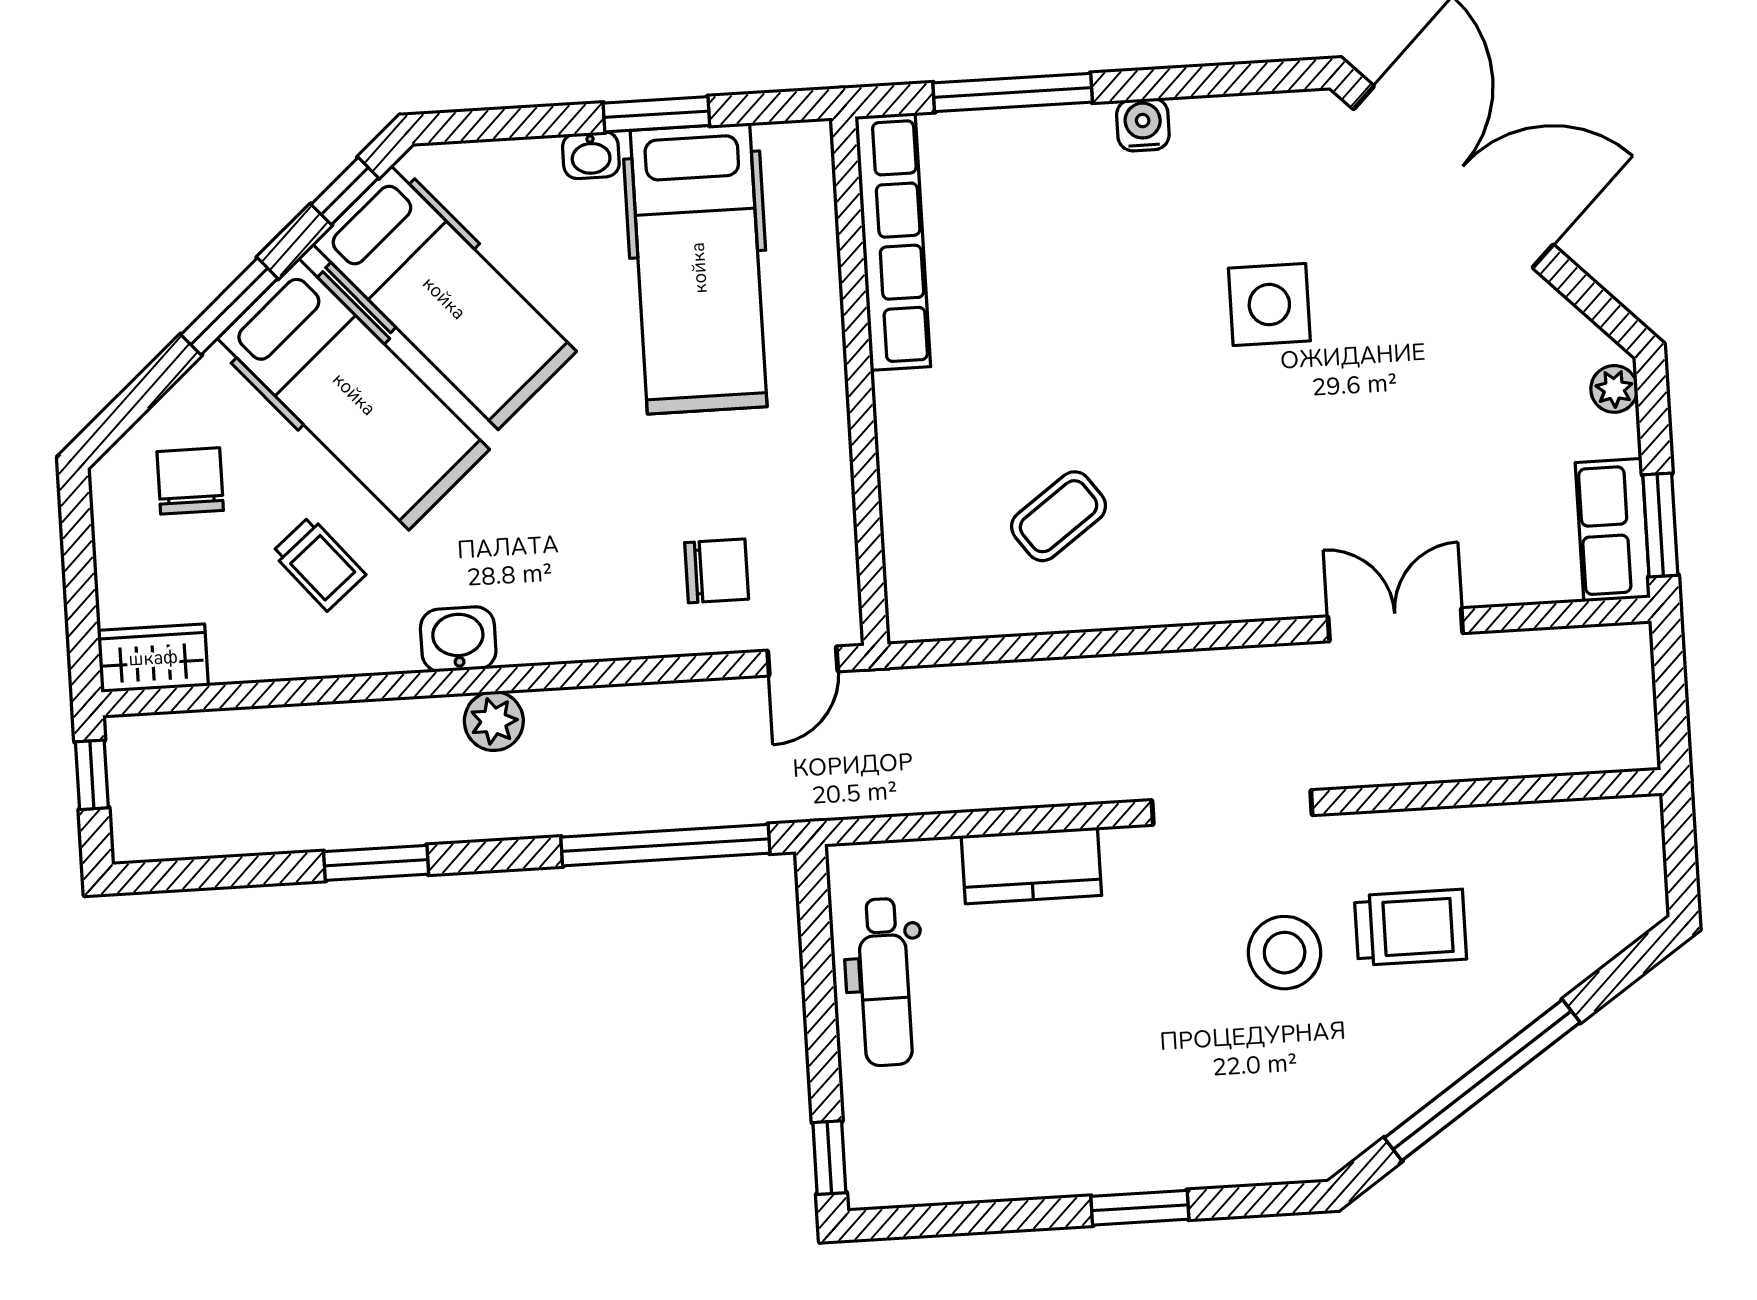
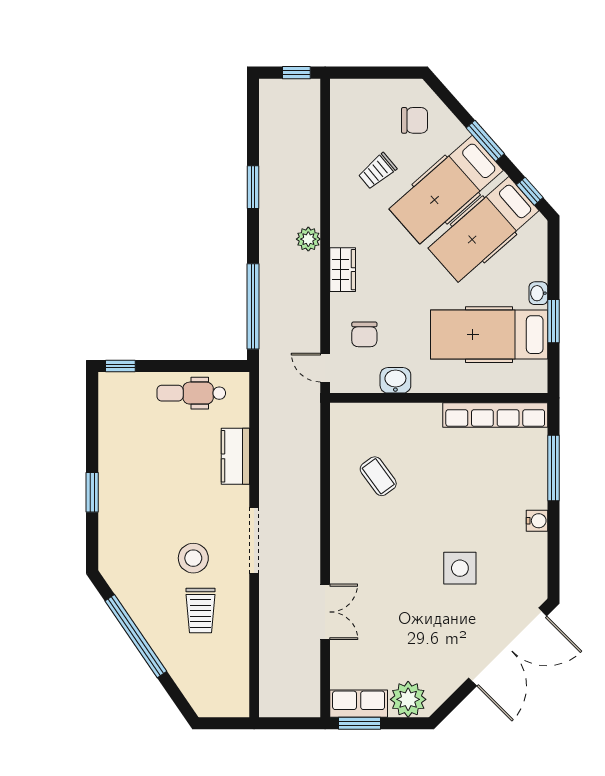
plant: (1614, 389) -> (408, 699), width x1.87, depth x1.87
washbasin: (458, 639) -> (395, 380), moved, turned -90
wardrobe: (153, 658) -> (343, 270), moved

